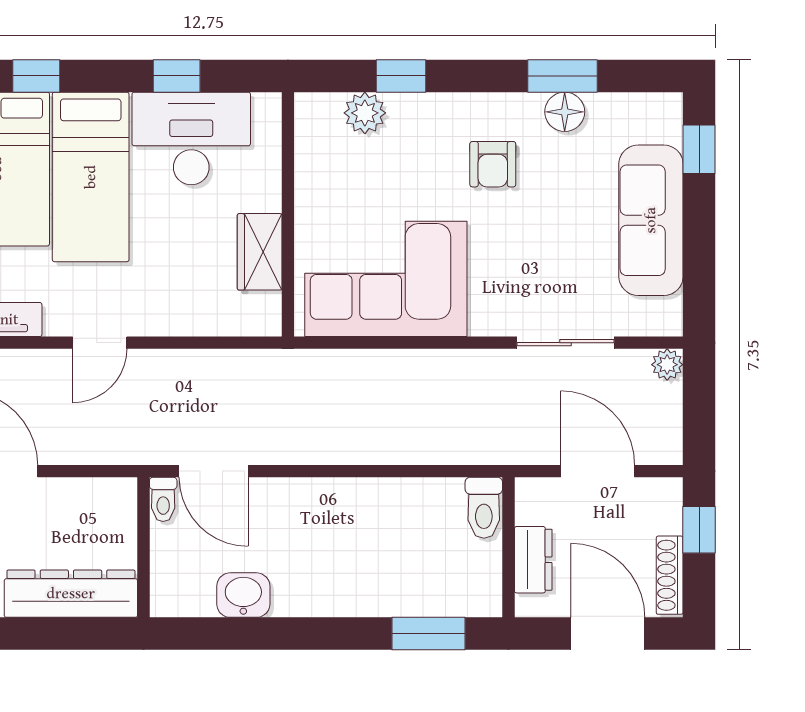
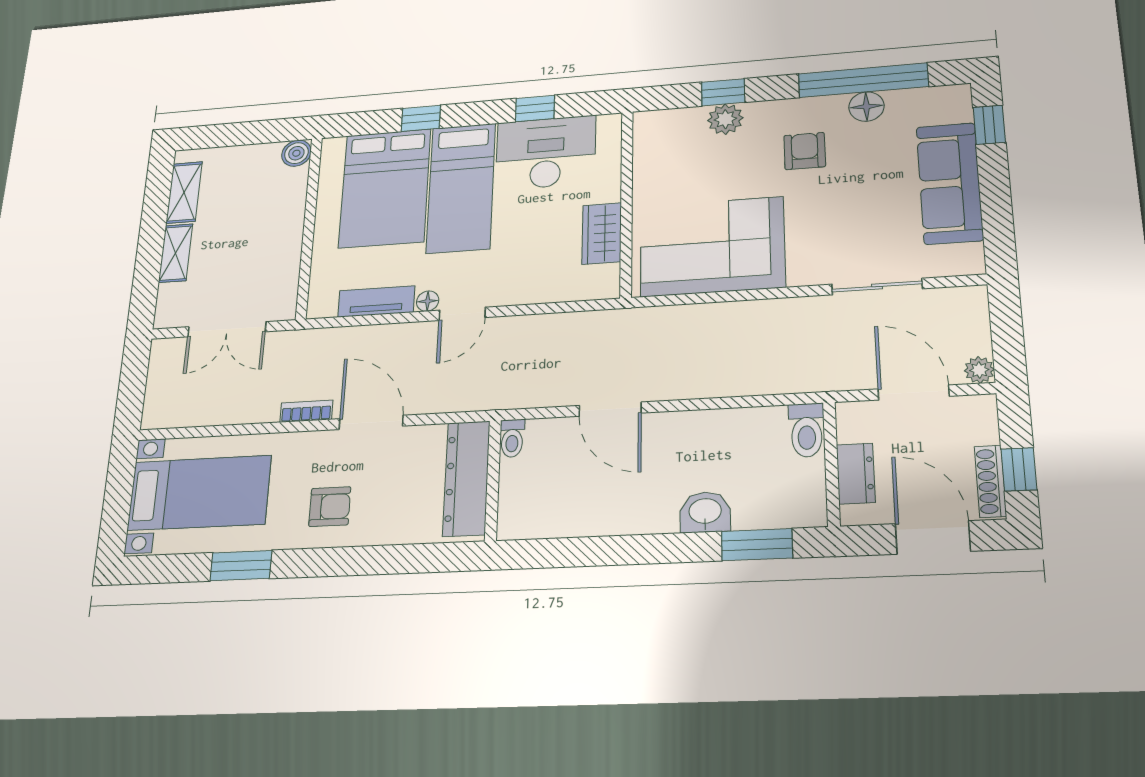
window: (562, 76) -> (863, 80), width x2.11
plant: (365, 113) -> (725, 119), moved
armchair: (493, 164) -> (805, 151), turned 180
floor lamp: (58, 324) -> (428, 301), added
plant: (667, 365) -> (979, 370), moved
door: (214, 471) -> (610, 409), moved
window: (699, 530) -> (1019, 469), moved
dresser: (71, 594) -> (466, 478), moved, turned -90
washbasin: (243, 595) -> (705, 512), moved

